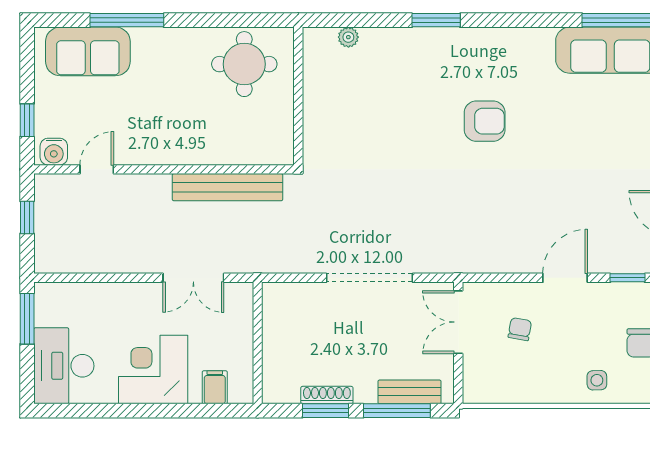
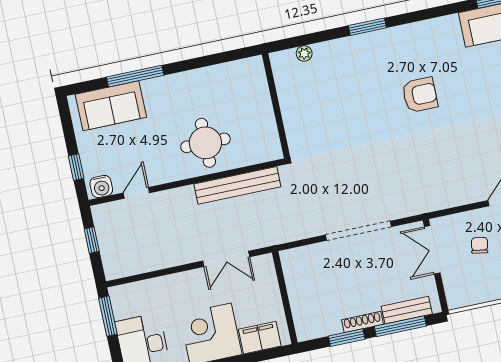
round table: (244, 64) -> (205, 143), moved
filing cabinet: (215, 387) -> (260, 338), width x2.00
shoe rack: (327, 395) -> (362, 322), moved

